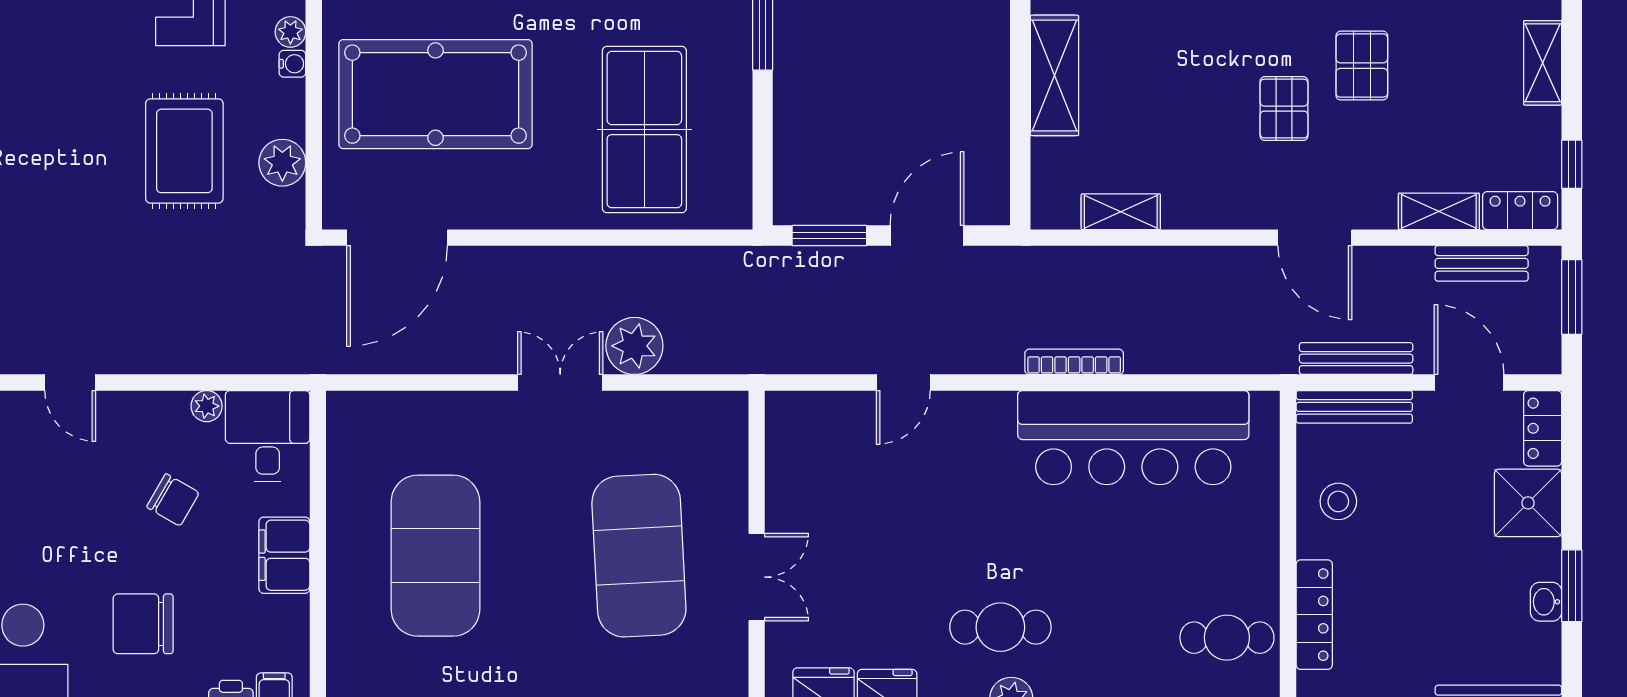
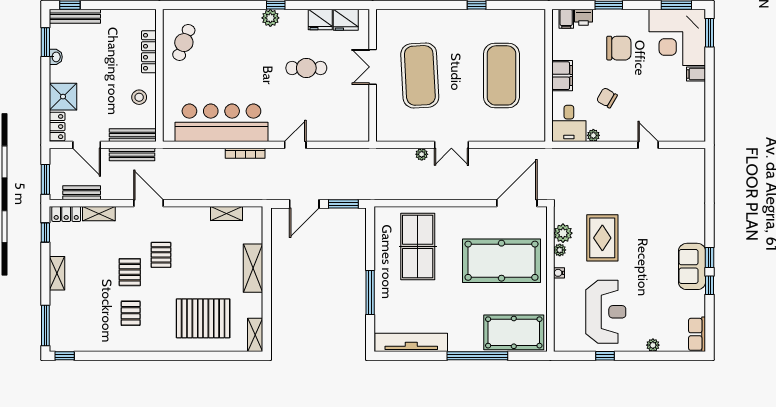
plant: (290, 32) -> (560, 250), moved
plant: (634, 346) -> (422, 154), width x0.53, depth x0.53
door: (903, 382) -> (295, 145), moved
window: (1572, 586) -> (45, 42), moved
cafe table: (1000, 627) -> (306, 68), moved
cafe table: (1227, 638) -> (184, 43), turned -69

